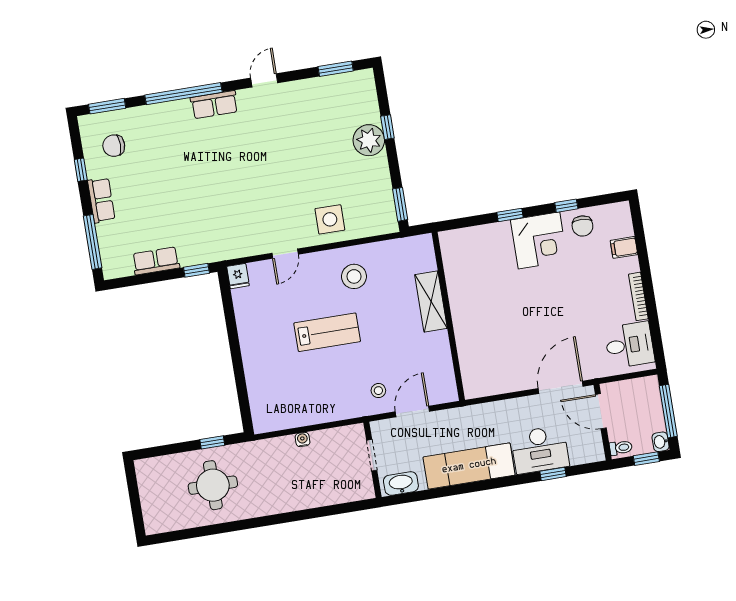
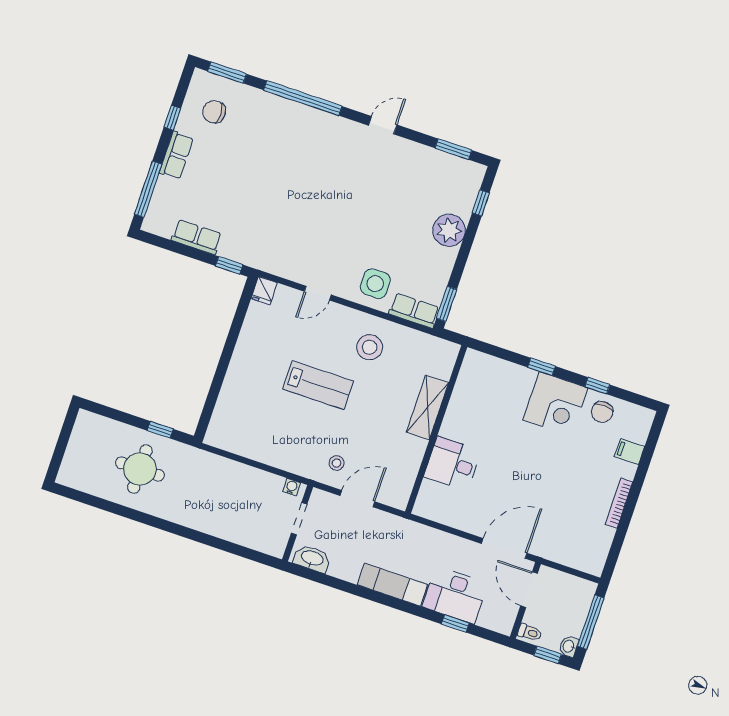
row of seats: (214, 105) -> (414, 311), moved, turned 180
window: (387, 127) -> (481, 203), moved
desk: (629, 345) -> (452, 464), moved, turned 180
water cooler: (303, 440) -> (292, 487), moved
exam couch: (469, 466) -> (392, 585), width x0.73, depth x0.69

